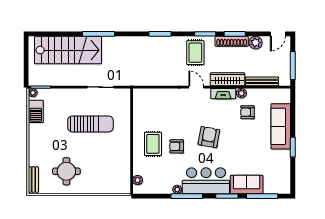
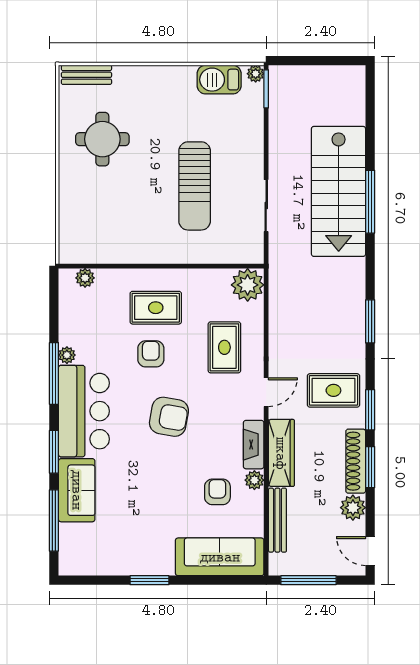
stairs: (68, 50) -> (339, 191), moved
plant: (141, 97) -> (248, 285), added
rug: (173, 109) -> (224, 347), added
sofa: (281, 126) -> (220, 557), moved

